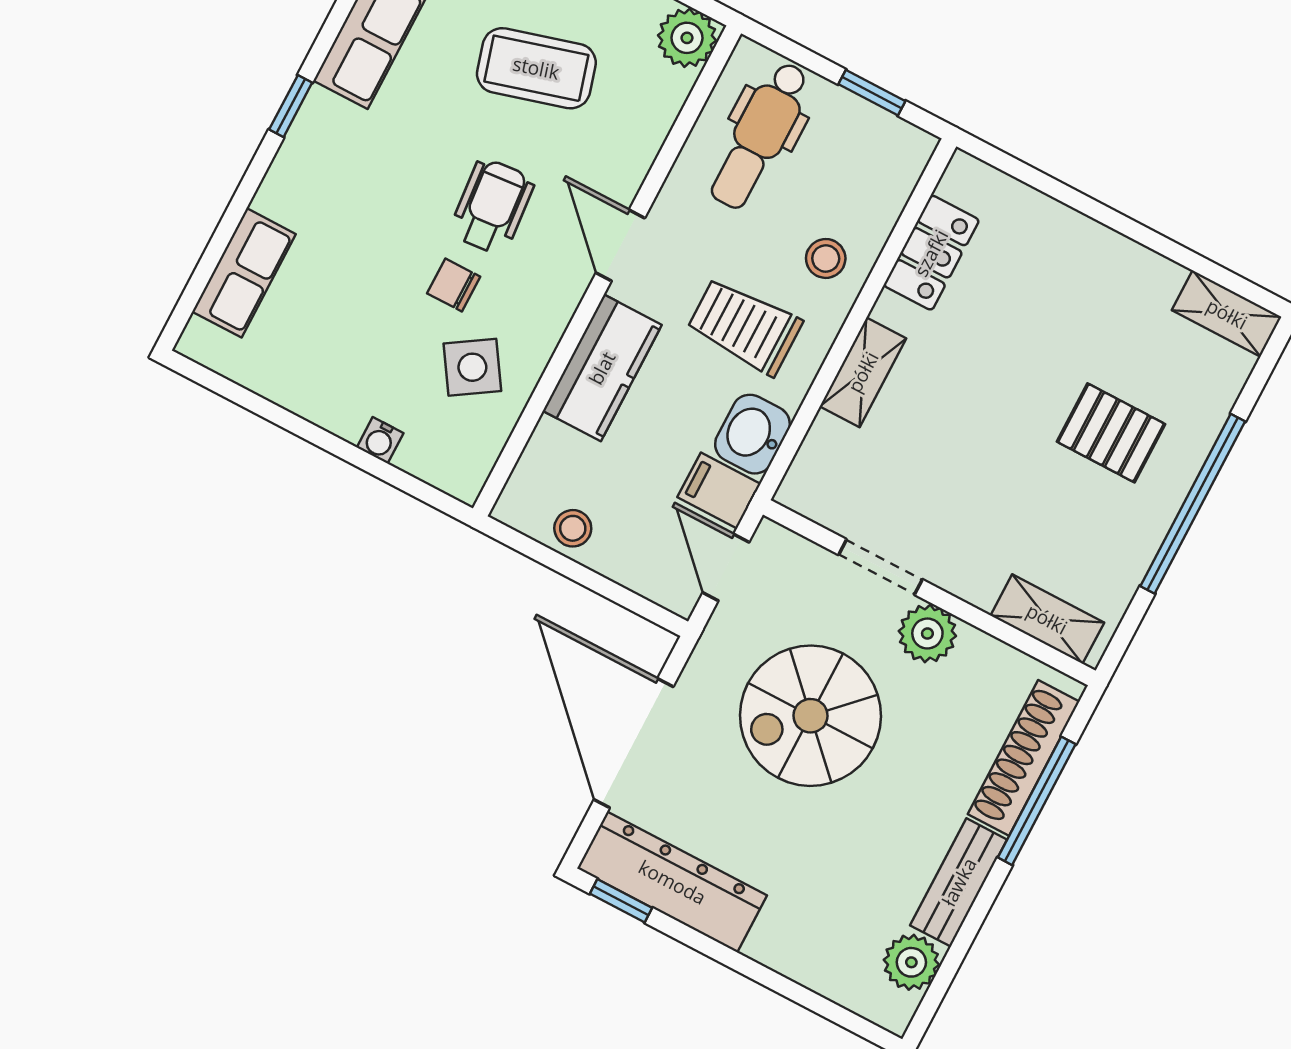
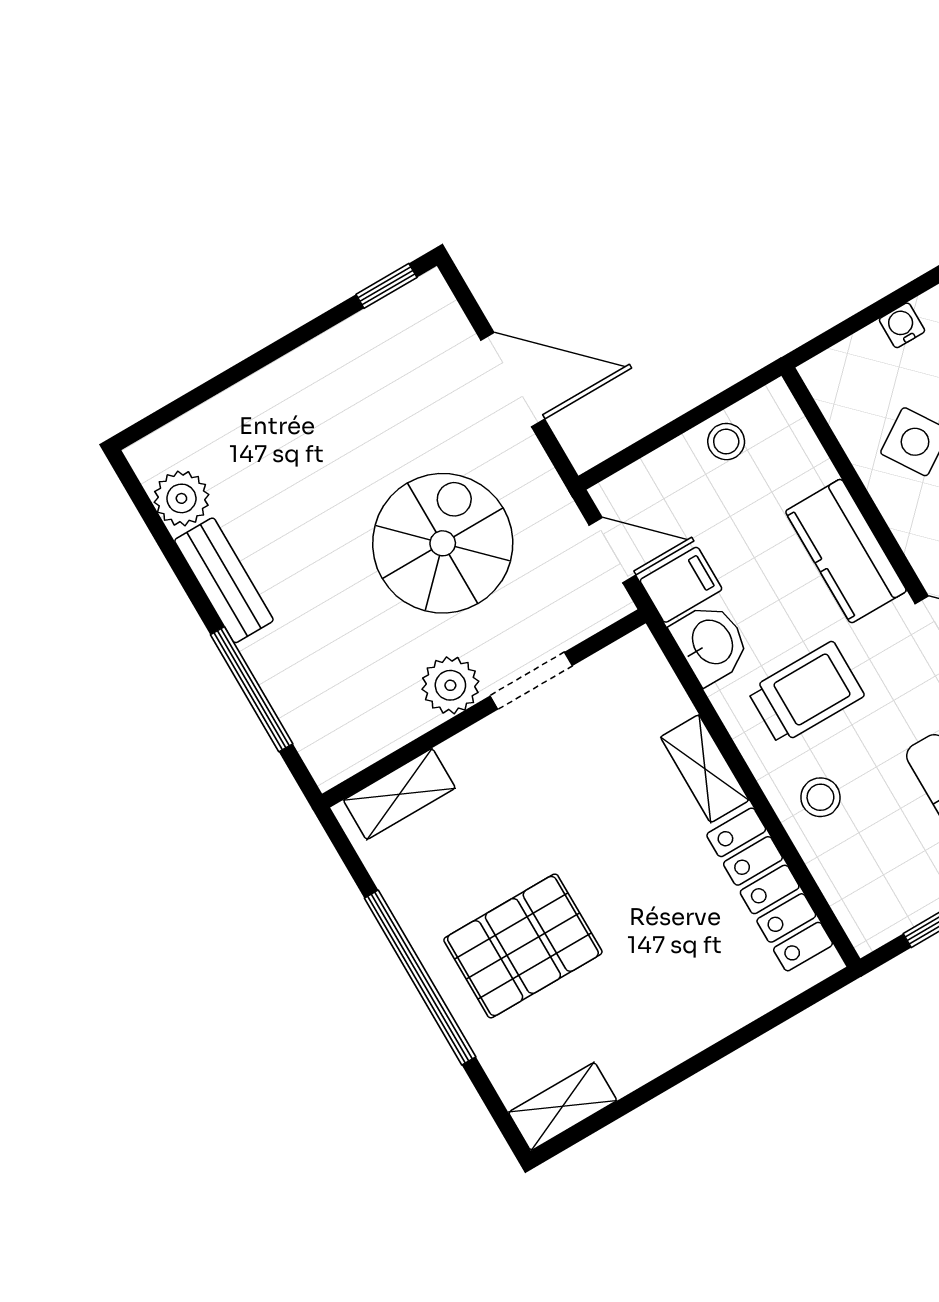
locker: (931, 253) -> (770, 889), width x1.53
pallet: (1111, 433) -> (523, 946), width x1.50, depth x1.42
door: (634, 743) -> (513, 380), width x0.73
shoe rack: (1024, 758) -> (295, 701), removed
dresser: (672, 882) -> (375, 339), removed

